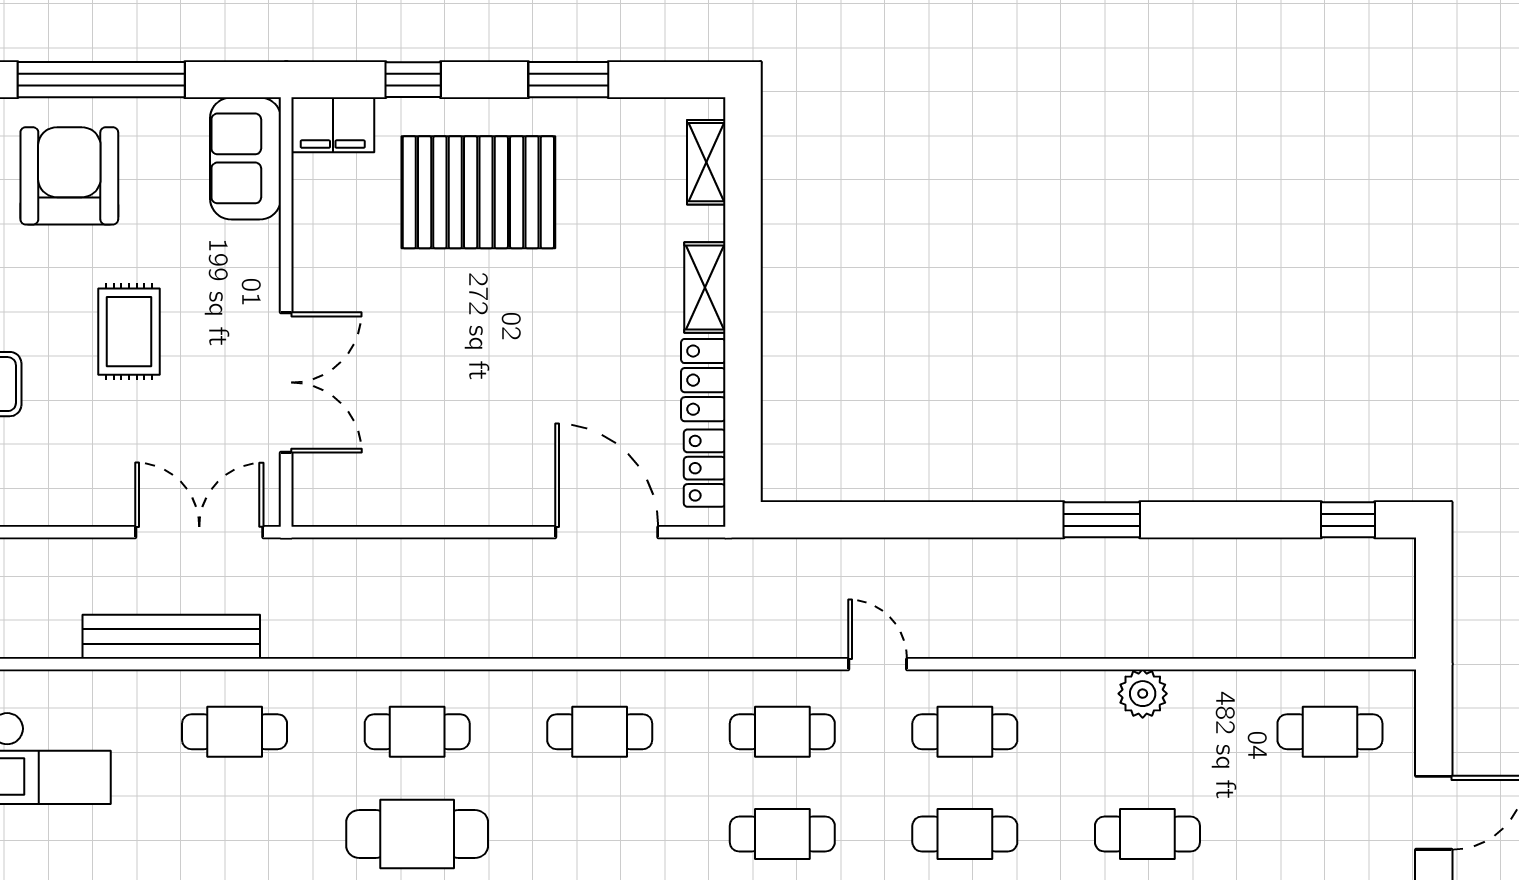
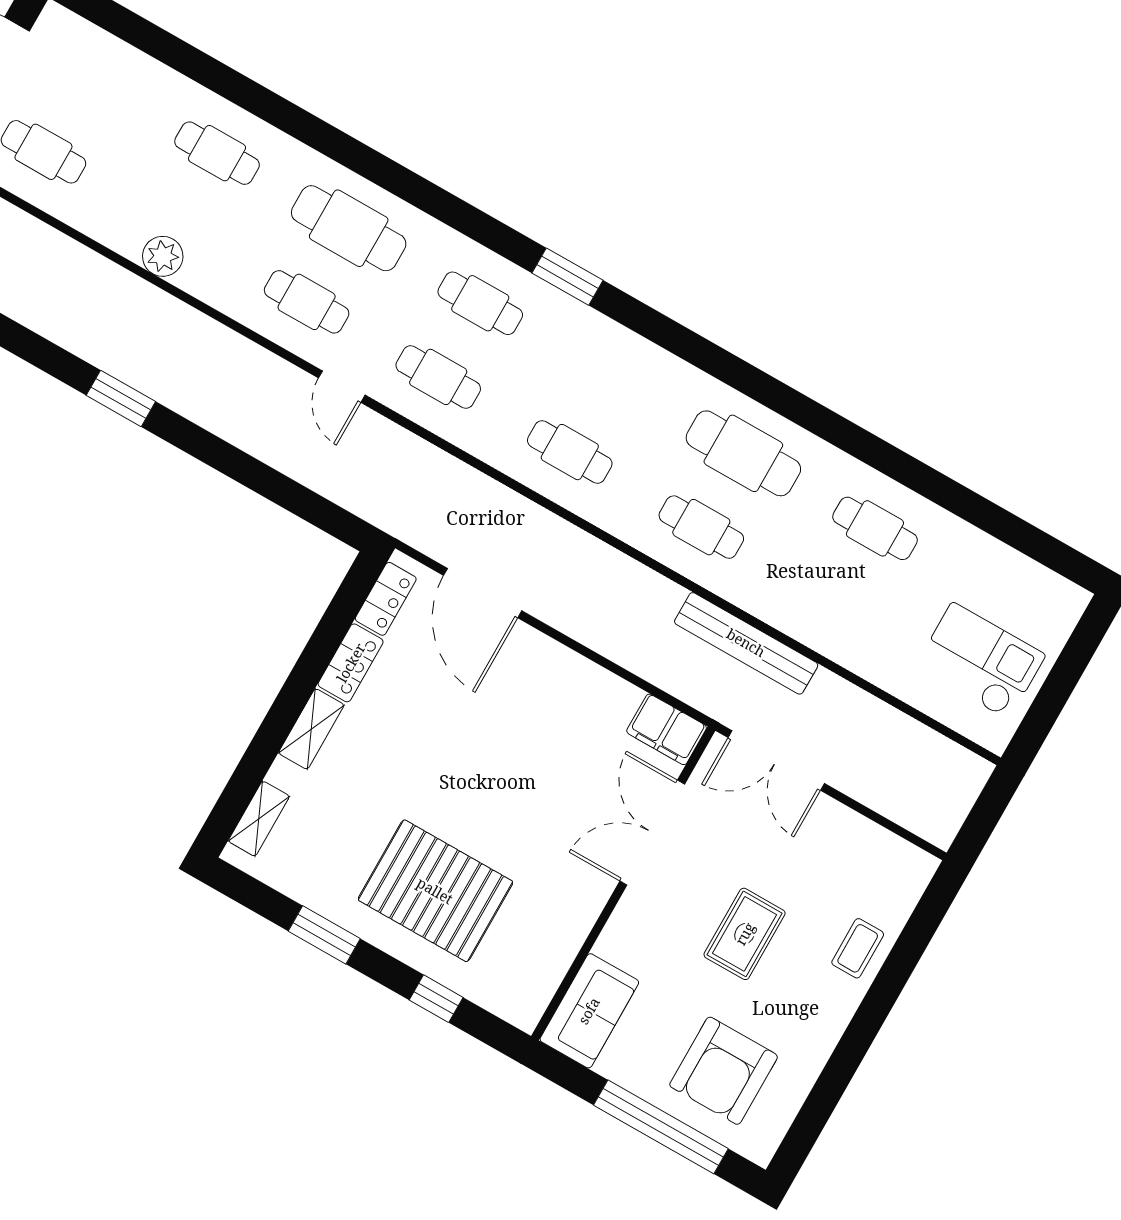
filing cabinet: (333, 125) -> (667, 729), moved, turned 180
bench: (171, 637) -> (746, 643), moved
cafe table: (235, 732) -> (875, 528), moved
cafe table: (965, 834) -> (349, 228), width x1.37, depth x1.35

